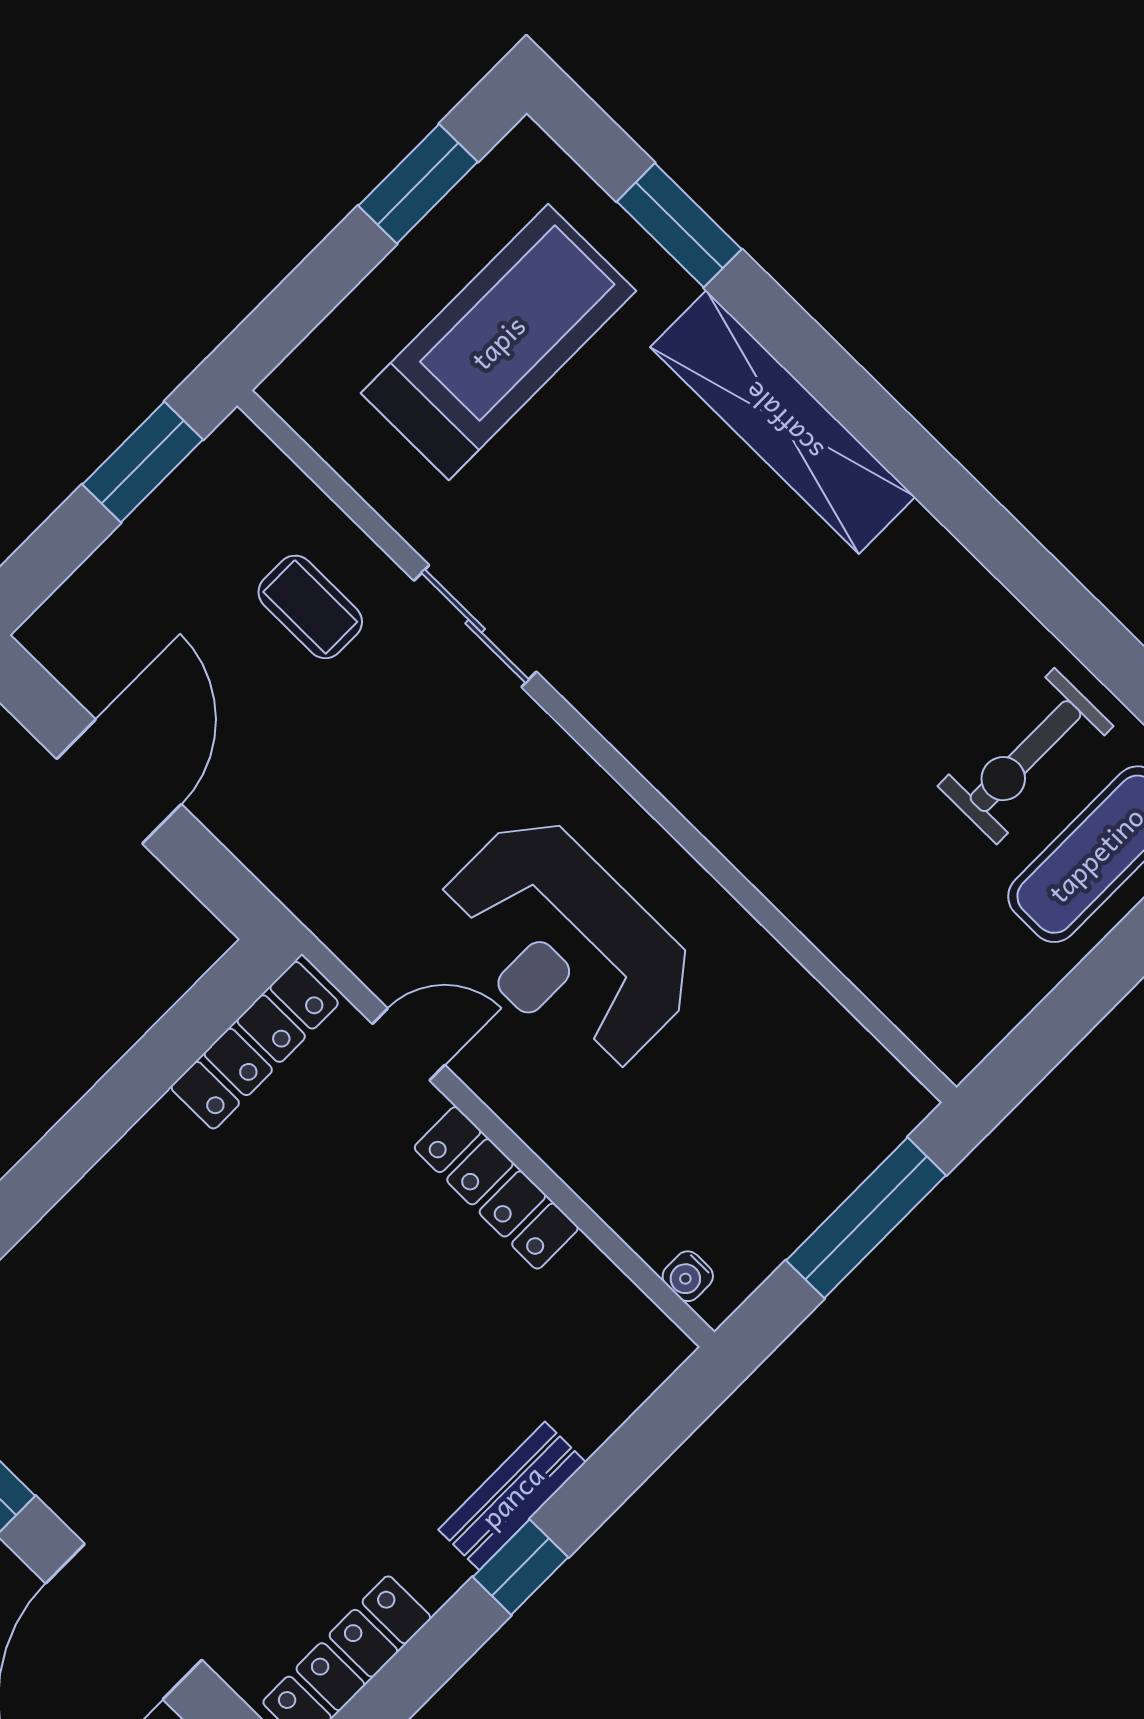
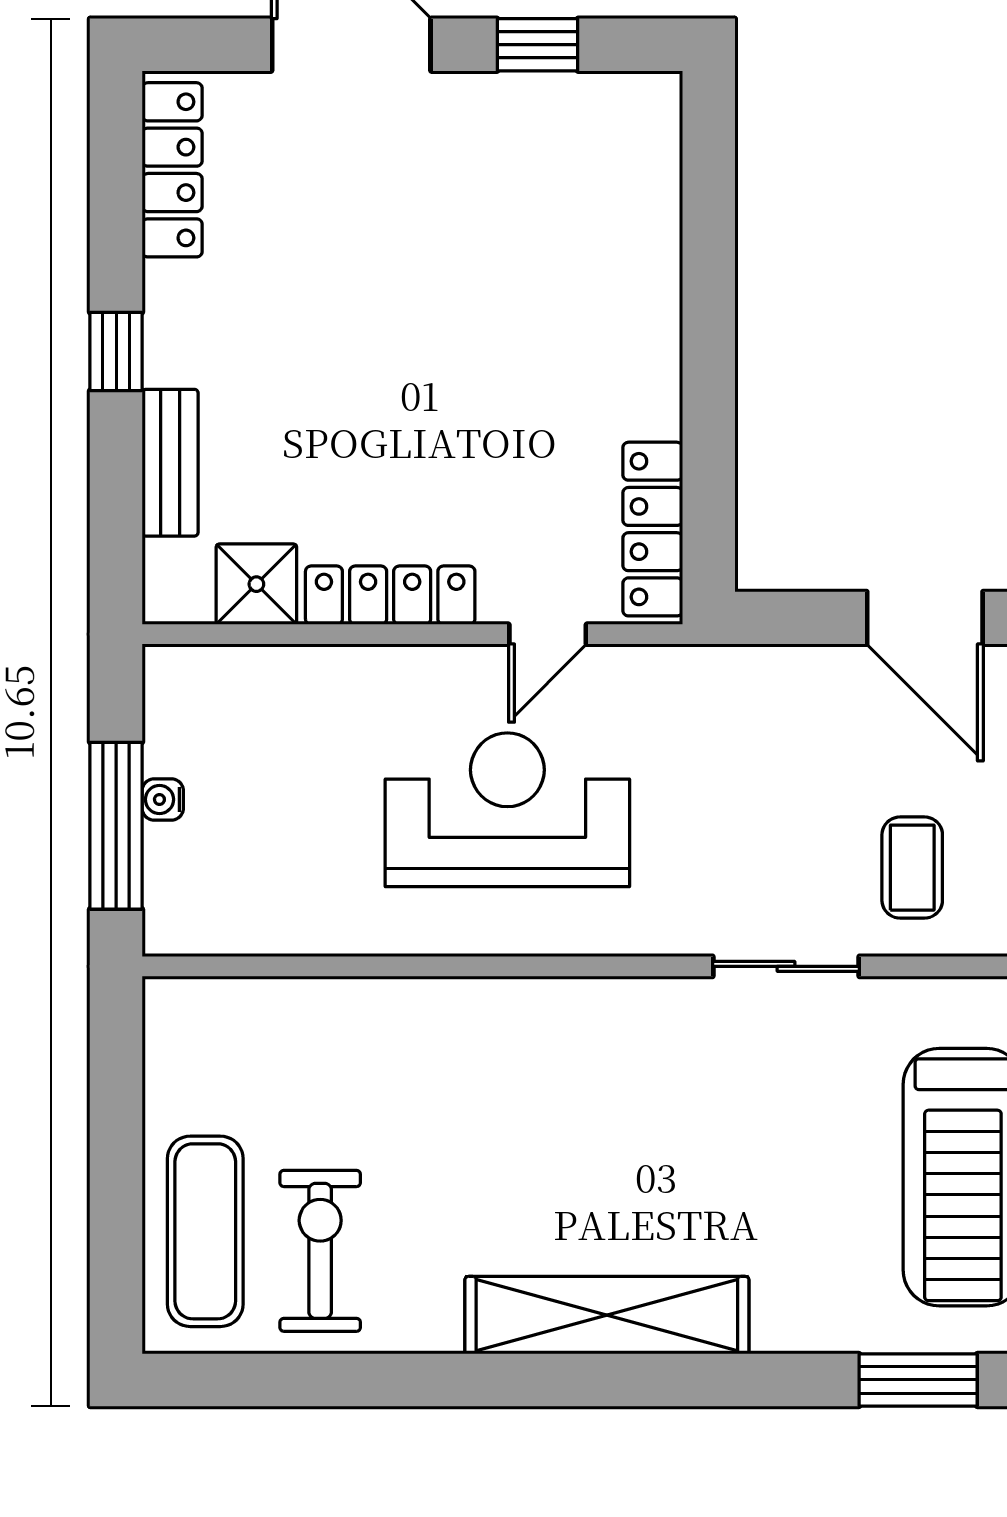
shelving: (783, 422) -> (607, 1315), moved
coffee table: (310, 607) -> (912, 868), turned 90
water cooler: (688, 1276) -> (163, 799), moved, turned -90
shower: (587, 1293) -> (256, 584), added
bench: (512, 1496) -> (170, 463), moved

